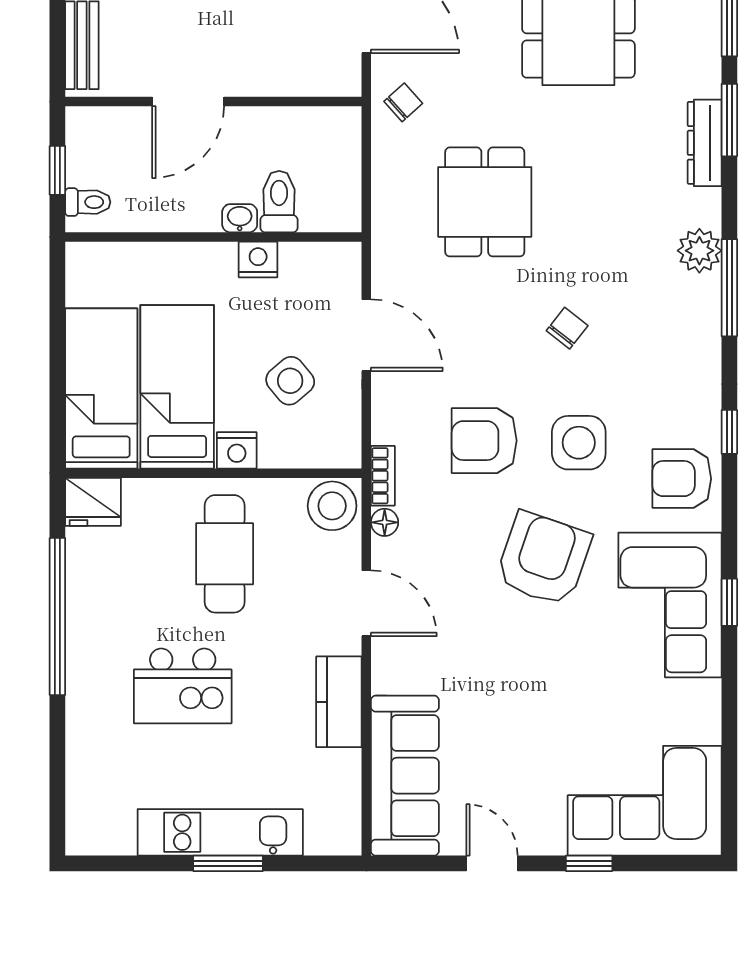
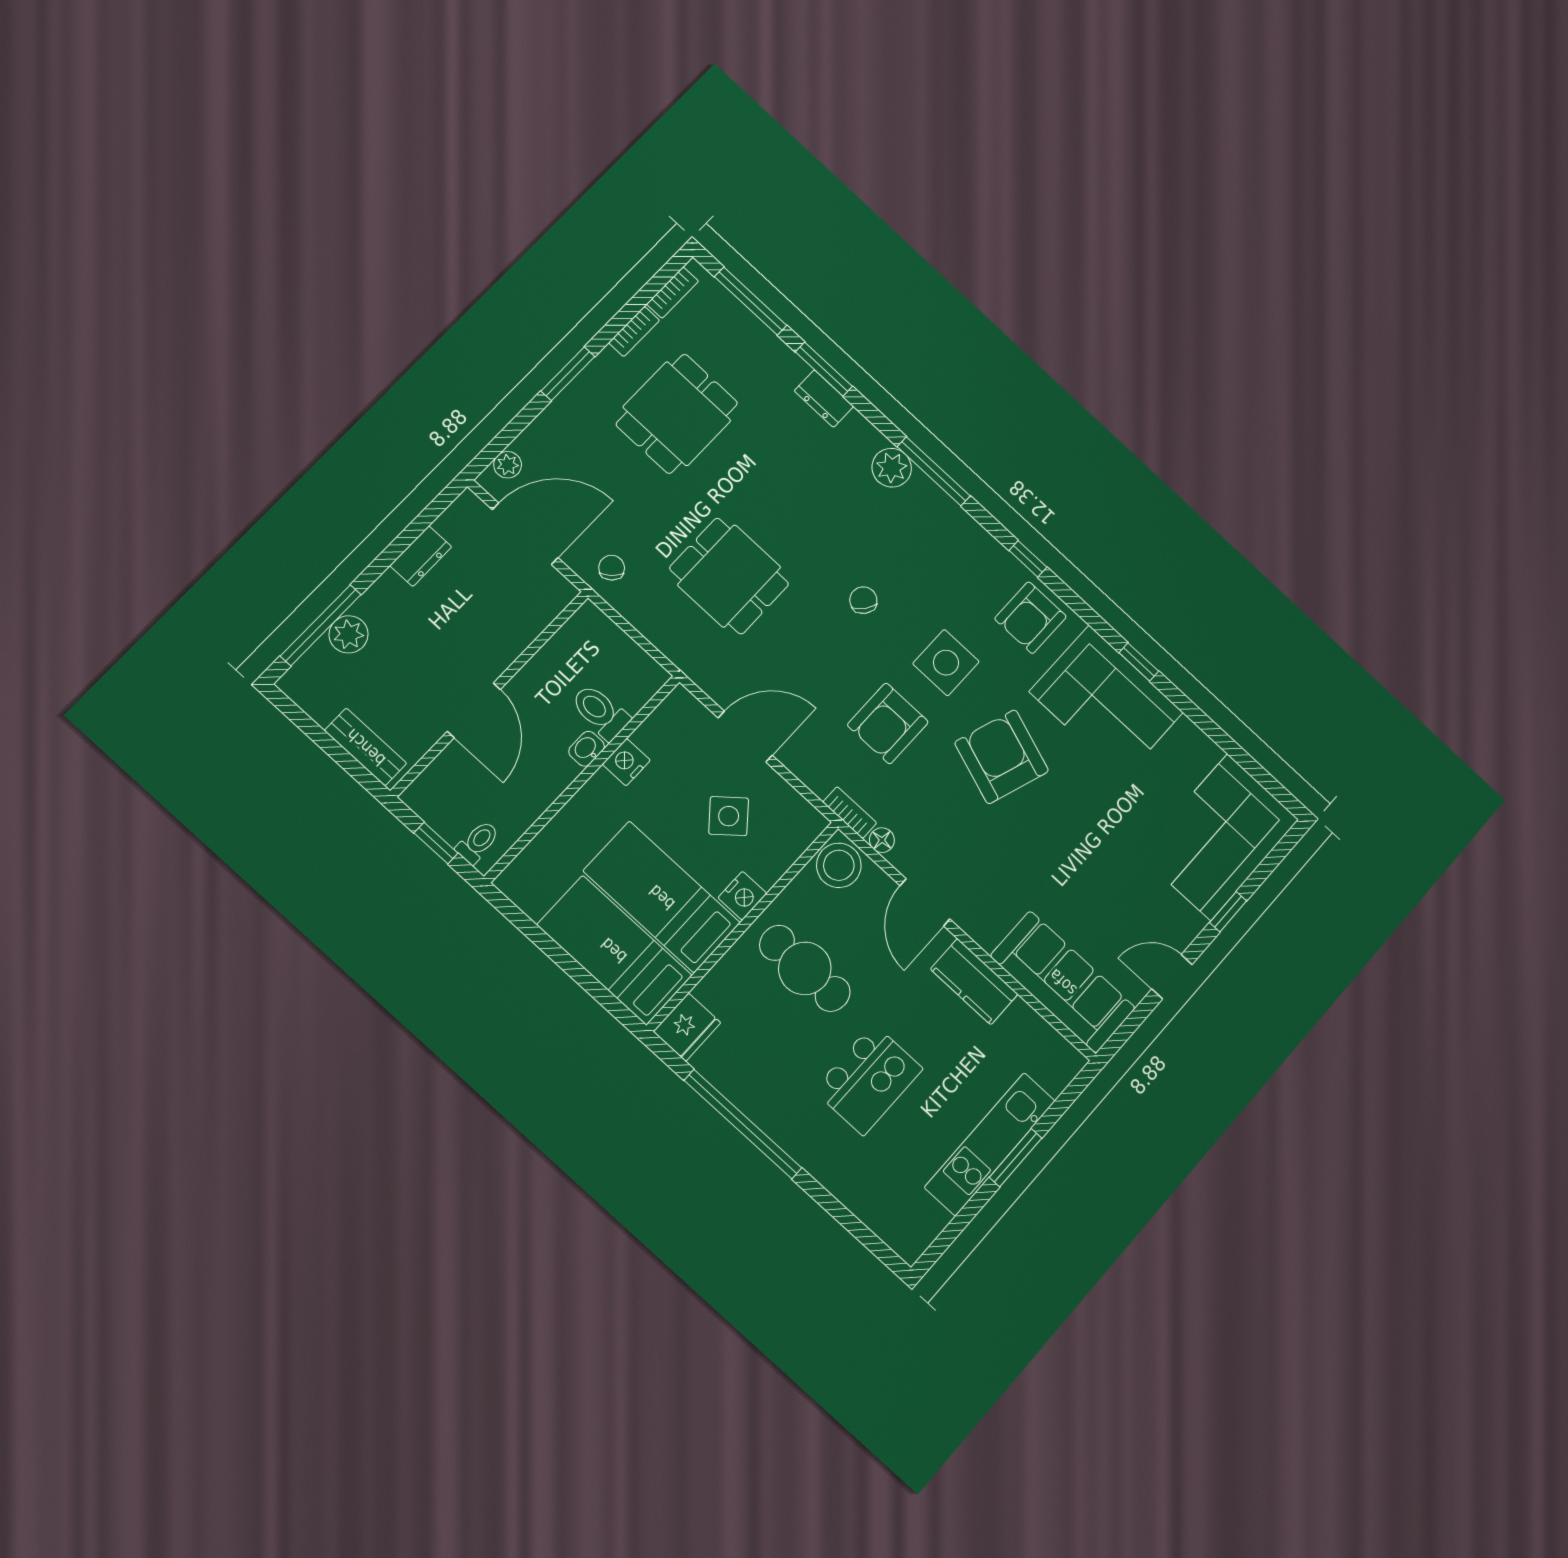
dresser: (705, 143) -> (824, 399), width x0.70
door: (366, 603) -> (925, 902), swing flipped

